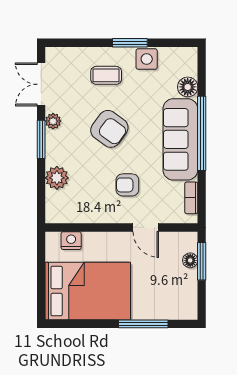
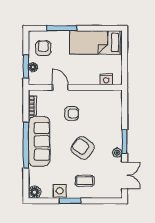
floor lamp: (188, 87) -> (35, 192), moved
plant: (57, 178) -> (115, 118), removed
bed: (88, 291) -> (96, 42), width x0.67
armchair: (173, 292) -> (43, 48), added

